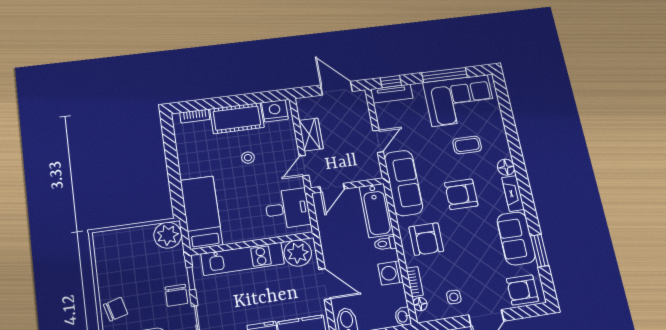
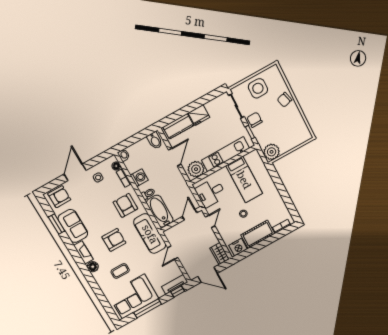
wardrobe: (311, 134) -> (219, 254), moved
bed: (201, 212) -> (244, 180), moved
door: (325, 284) -> (175, 157), swing flipped

